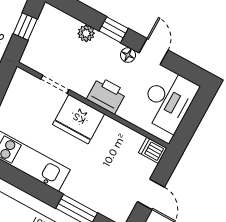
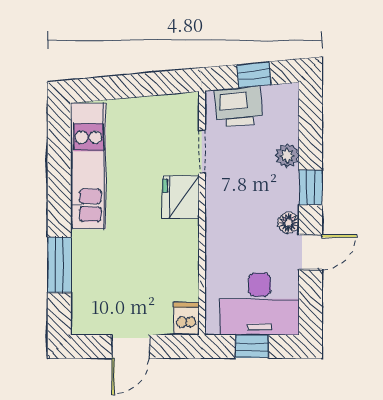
printer: (107, 95) -> (238, 107), moved, turned 85
fridge: (79, 119) -> (181, 197), width x0.73, depth x0.75
window: (192, 119) -> (252, 346), added

